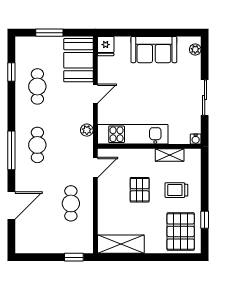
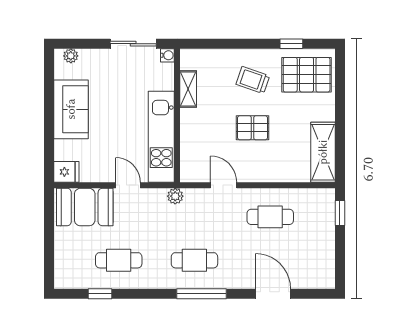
window: (49, 33) -> (49, 245), removed
kitchen unit: (133, 134) -> (161, 137), moved
water cooler: (196, 139) -> (167, 55), moved
wall: (149, 146) -> (177, 115), moved
shelving: (170, 155) -> (188, 89), moved
trolley: (176, 190) -> (253, 80), turned 109

